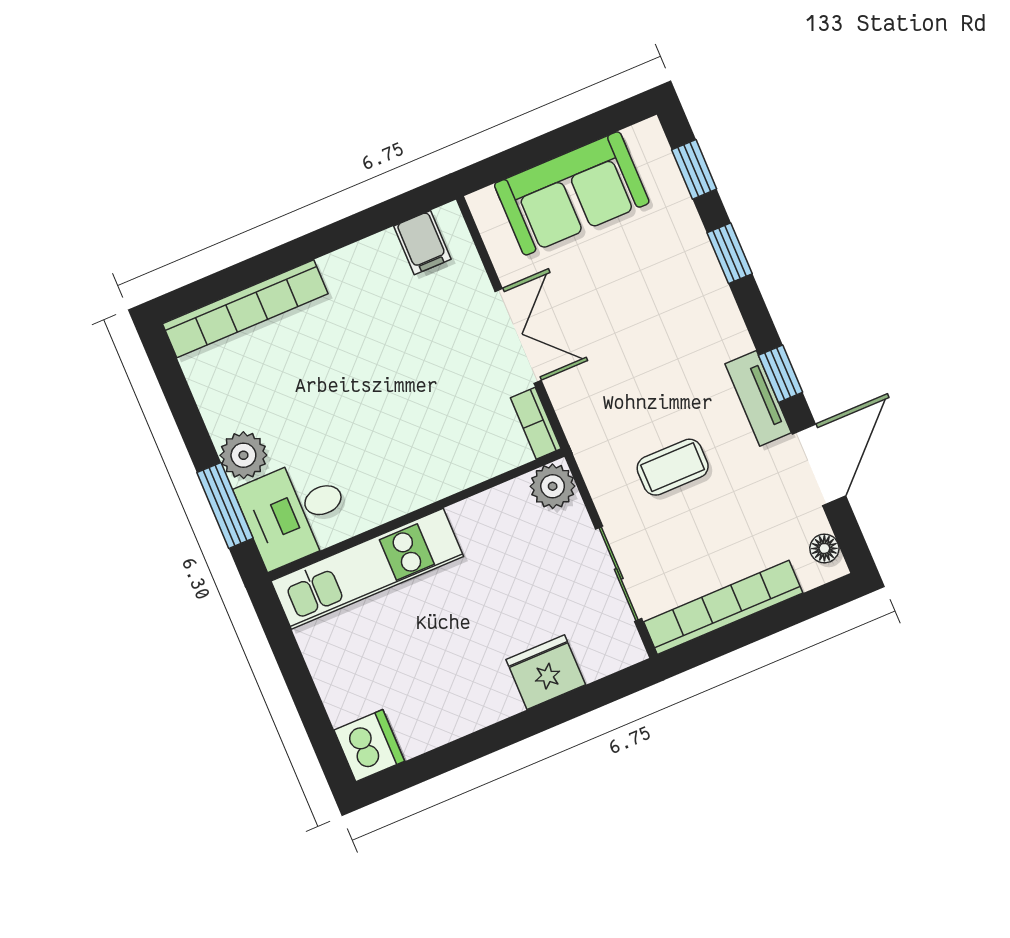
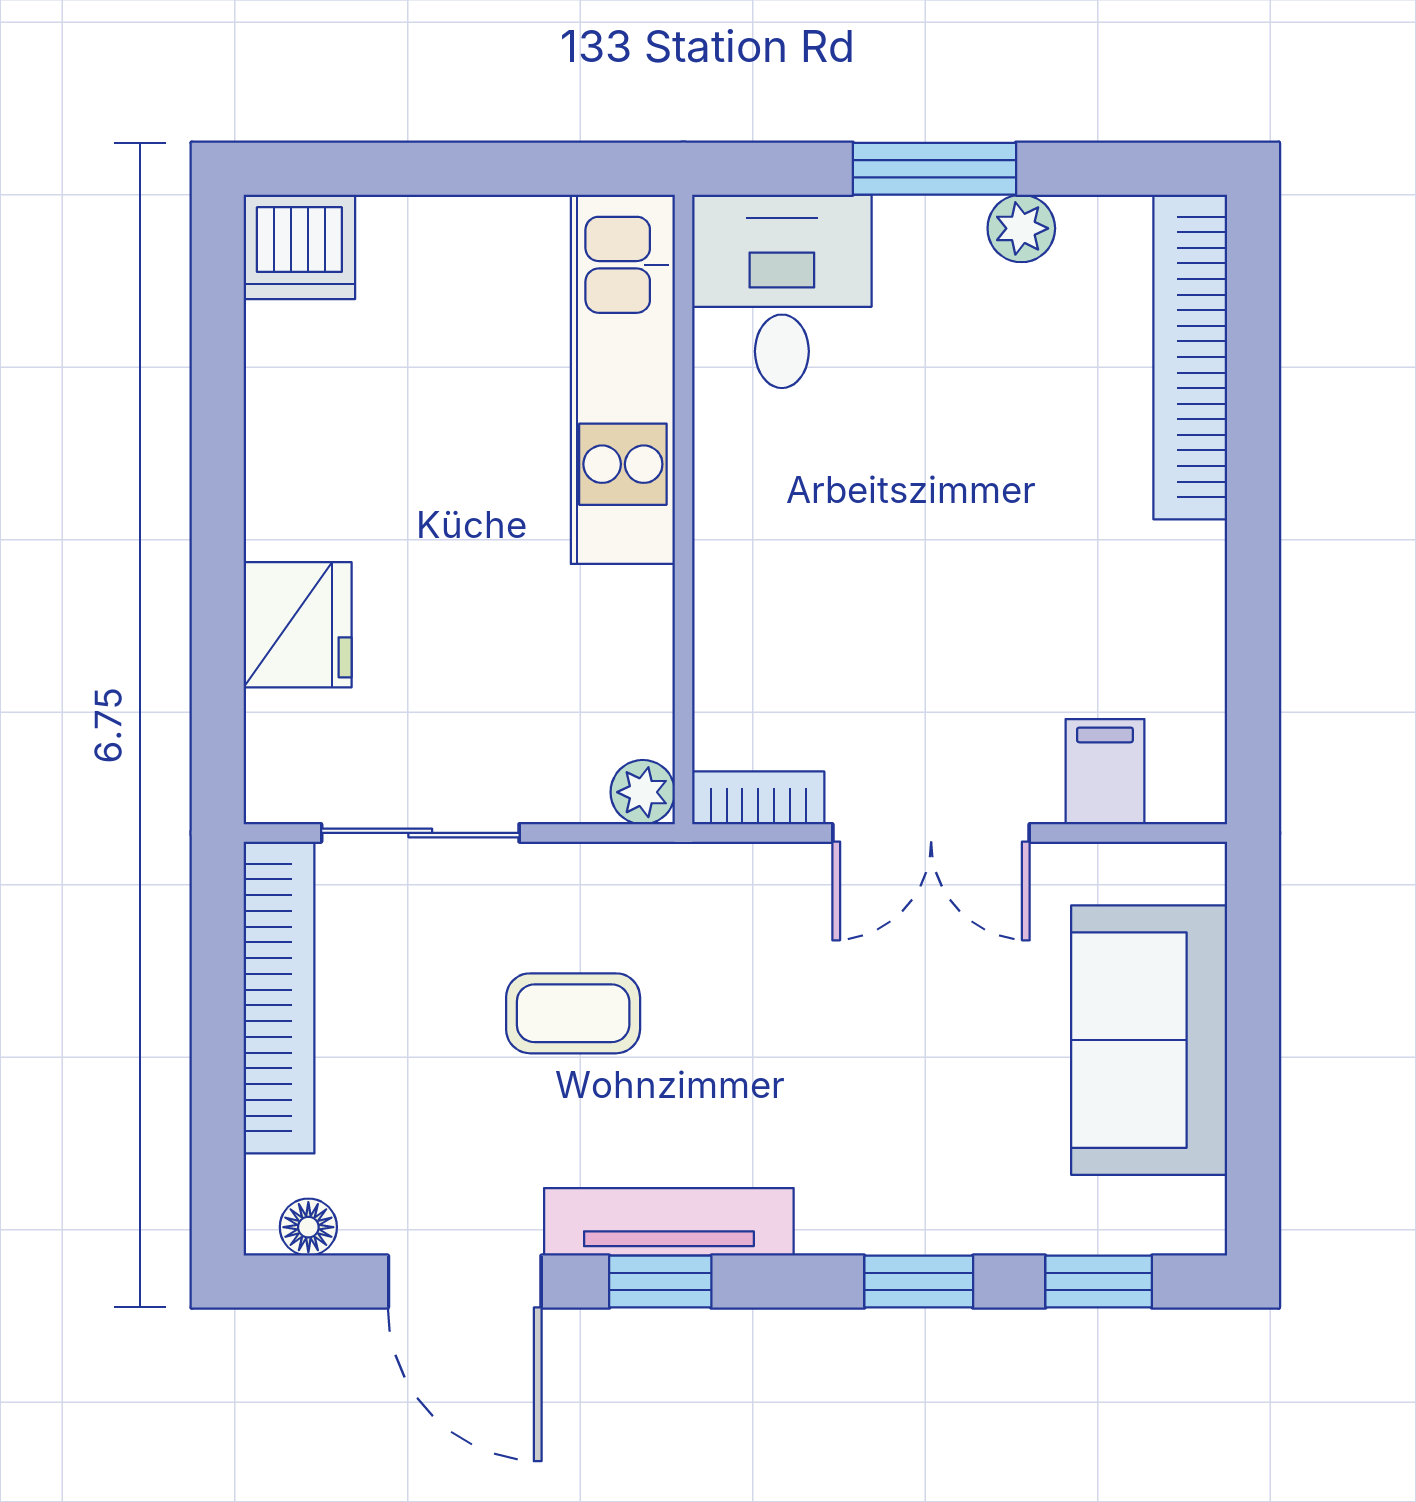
filing cabinet: (422, 243) -> (1105, 772), moved, turned 90
tv unit: (758, 398) -> (669, 1222), width x1.41
plant: (243, 455) -> (1021, 228), moved, width x0.73, depth x0.73
coffee table: (673, 467) -> (573, 1013), turned 90
plant: (553, 486) -> (643, 792), width x0.73, depth x0.73
window: (225, 505) -> (934, 169), moved

